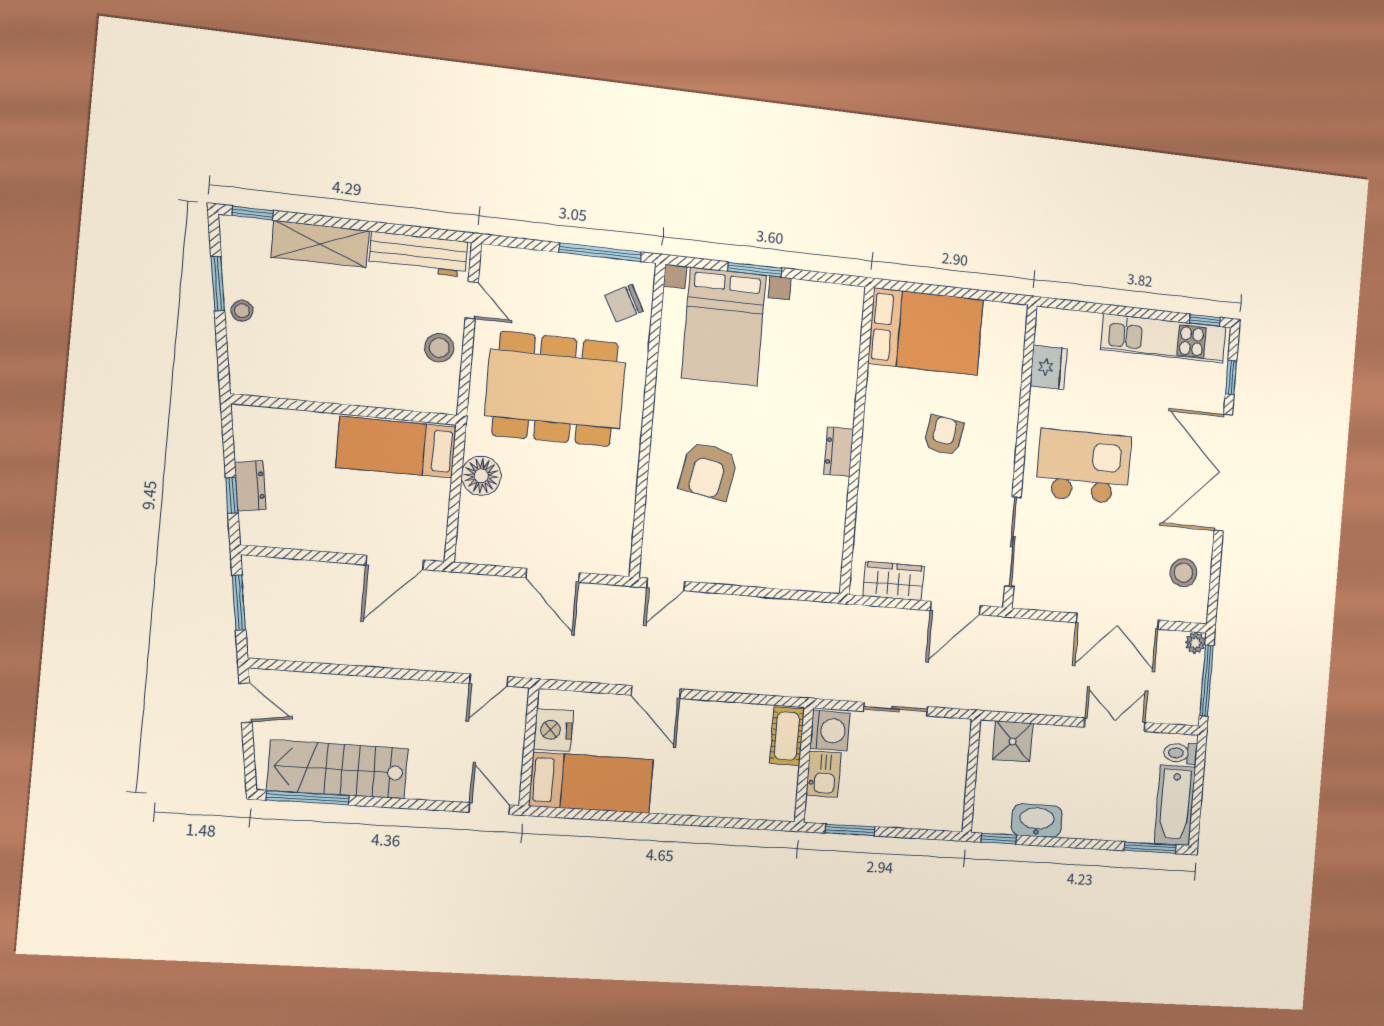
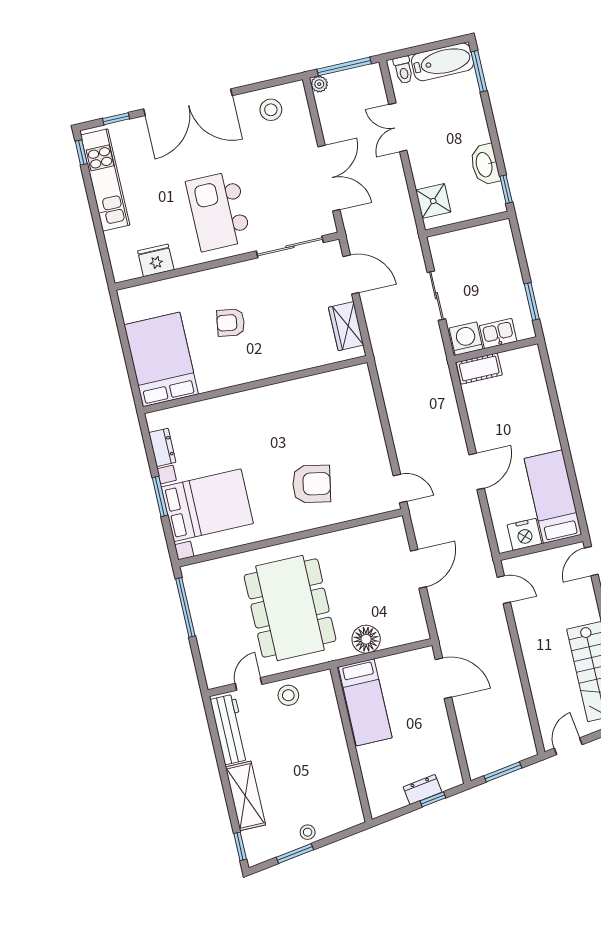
chair: (624, 303) -> (215, 580), removed
dresser: (839, 452) -> (162, 447), moved, turned -90
double door: (1118, 621) -> (329, 178), moved

